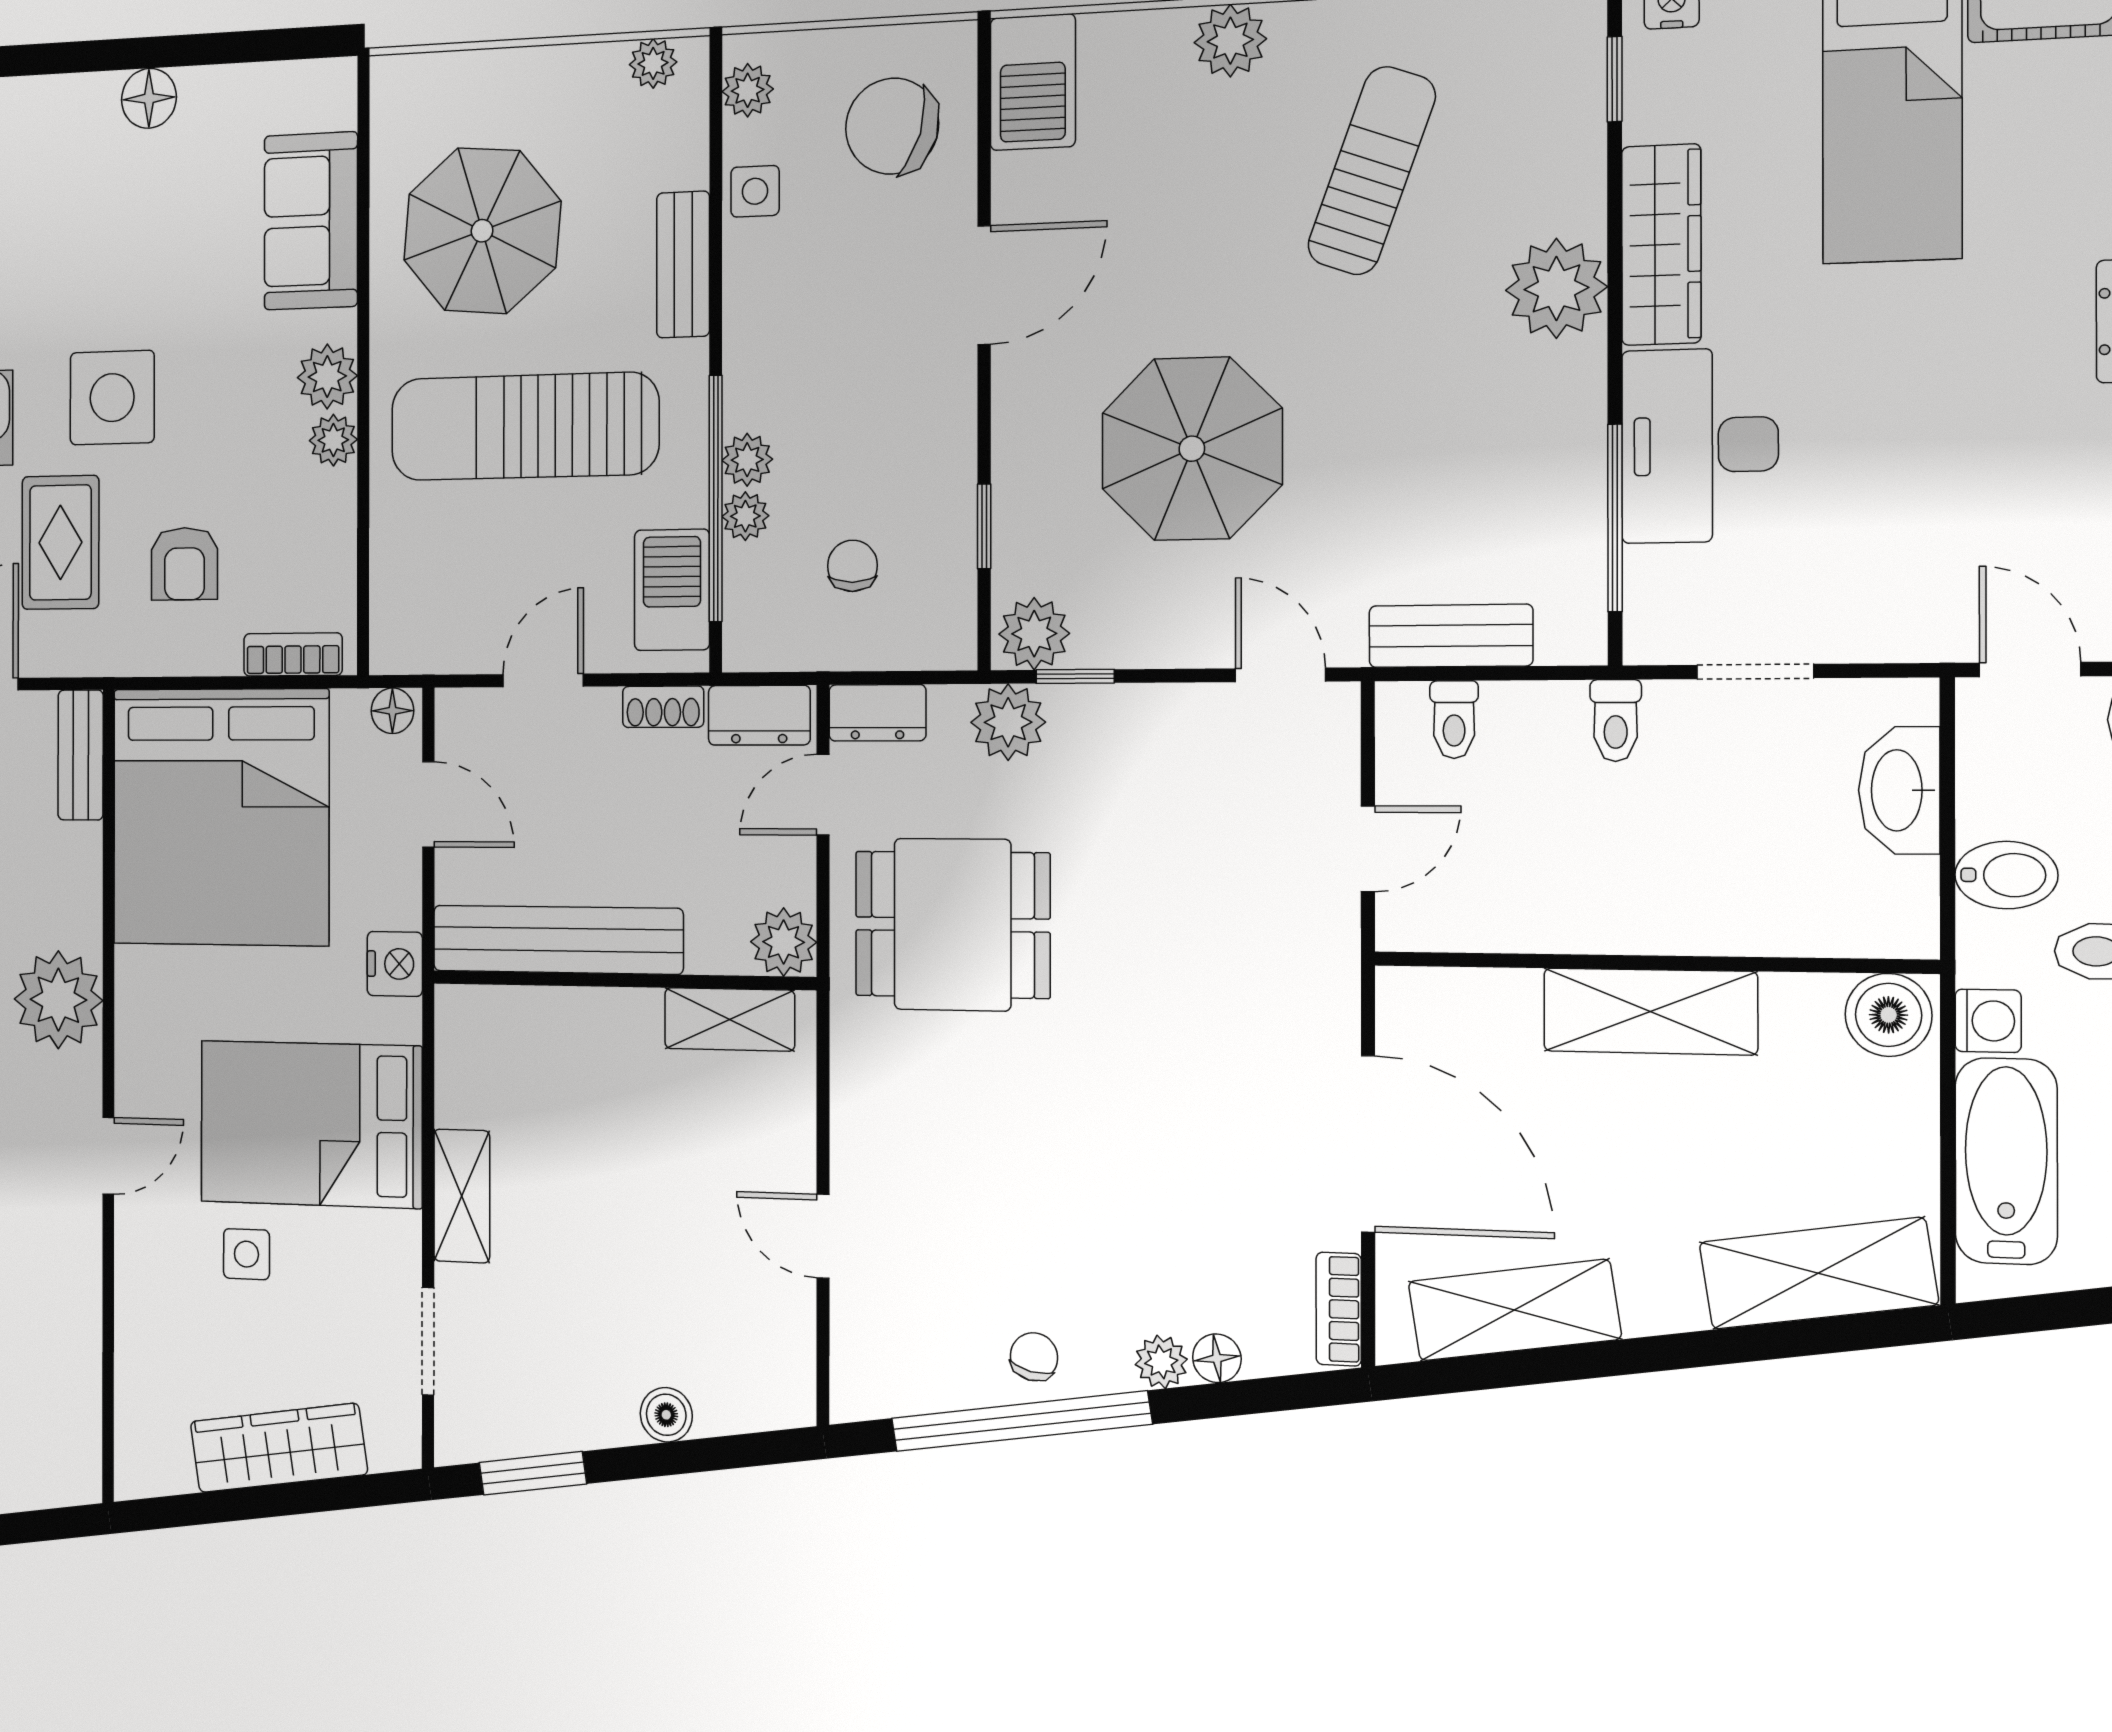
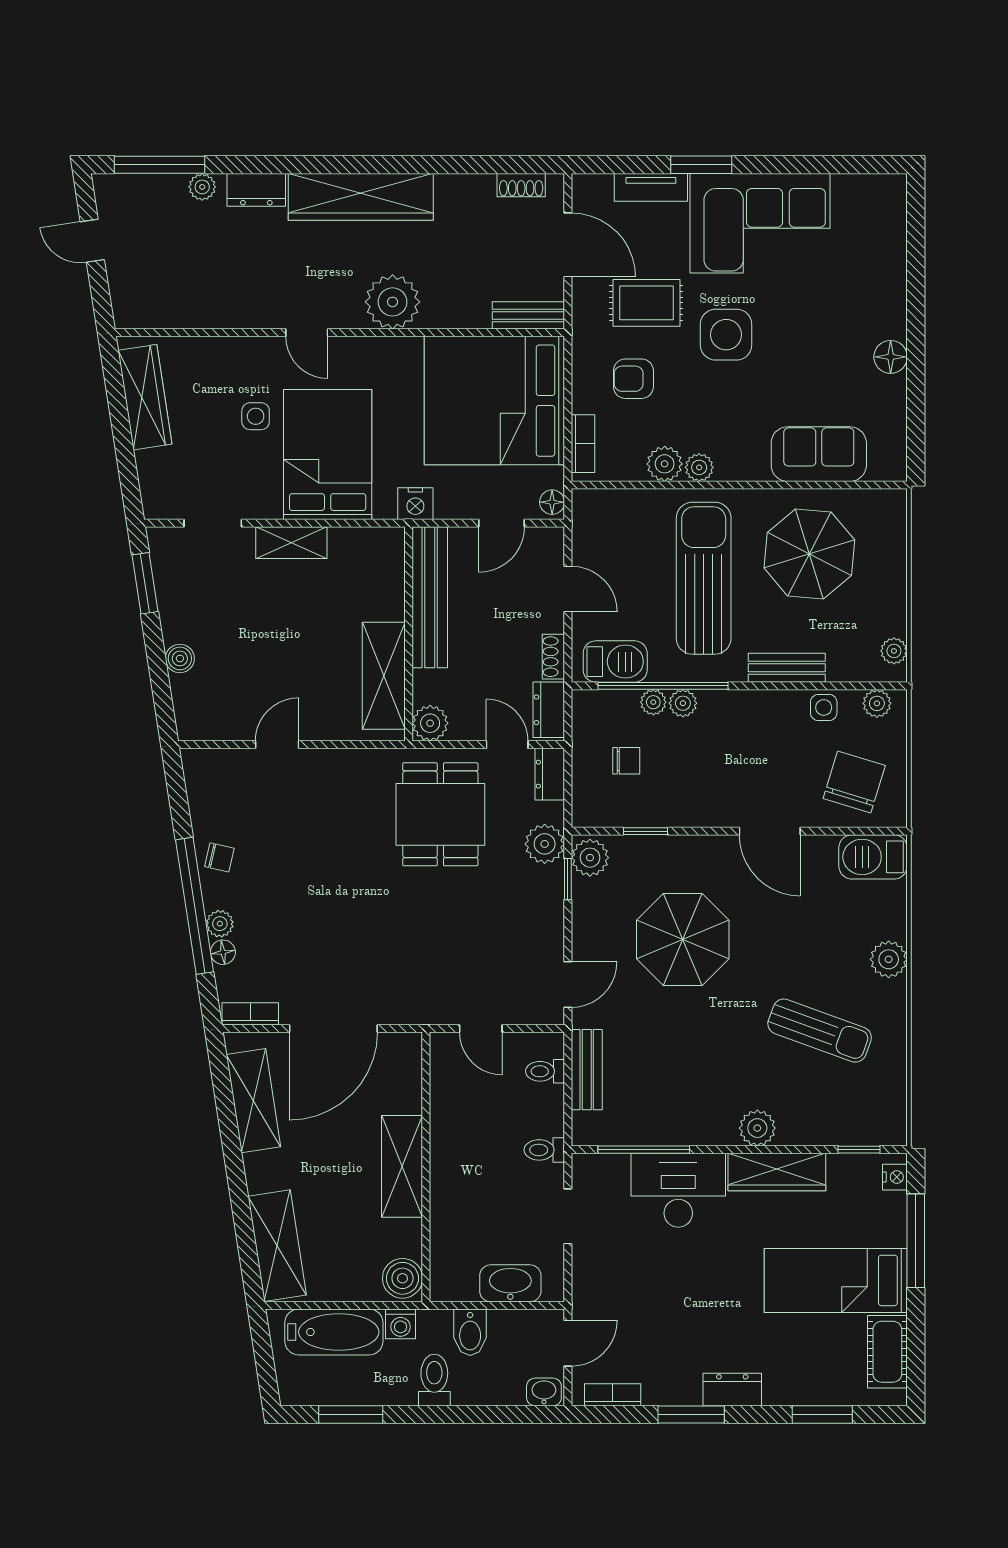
plant: (1556, 288) -> (757, 1128), width x0.73, depth x0.73
plant: (327, 377) -> (665, 464), moved
shelving: (730, 1019) -> (384, 676), width x1.50, depth x1.33
window: (1021, 1421) -> (195, 906), moved
wardrobe: (279, 1448) -> (145, 397), moved

